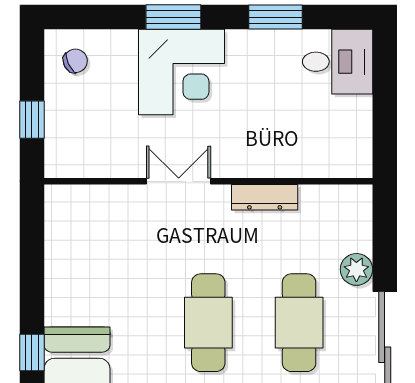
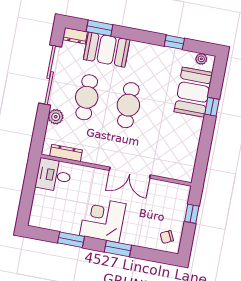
desk: (338, 62) -> (54, 175), moved
corner desk: (181, 72) -> (103, 220), moved
double door: (179, 181) -> (130, 173), width x1.37
dresser: (265, 197) -> (66, 153), moved

